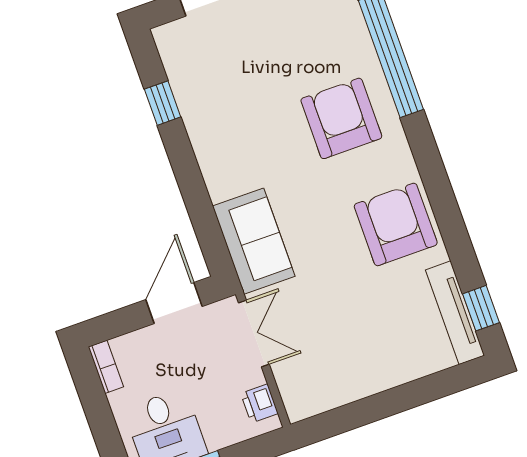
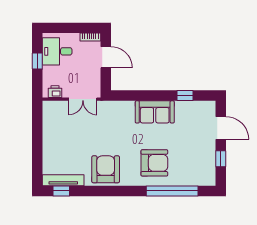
armchair: (396, 224) -> (106, 169), turned -90
sofa: (254, 241) -> (155, 112), moved
door: (174, 303) -> (106, 57), moved

